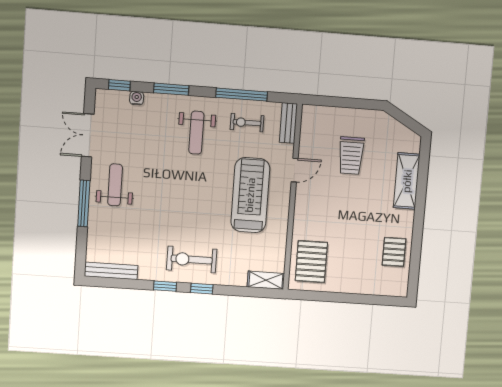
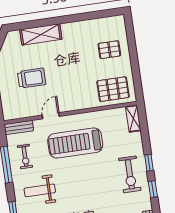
weight bench: (196, 133) -> (40, 190), turned 180
door: (295, 170) -> (51, 116), hinge flipped
pallet: (394, 252) -> (109, 50), moved

